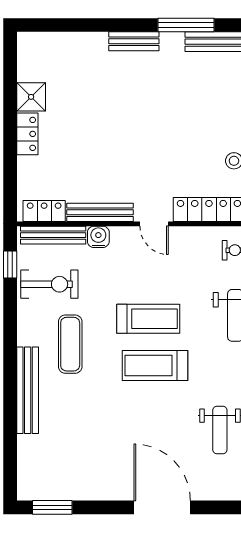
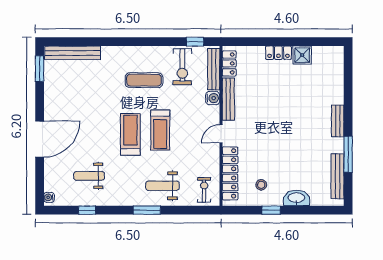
bench: (28, 390) -> (73, 53), moved

